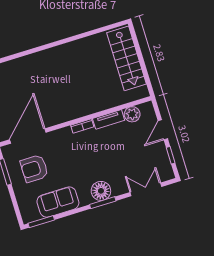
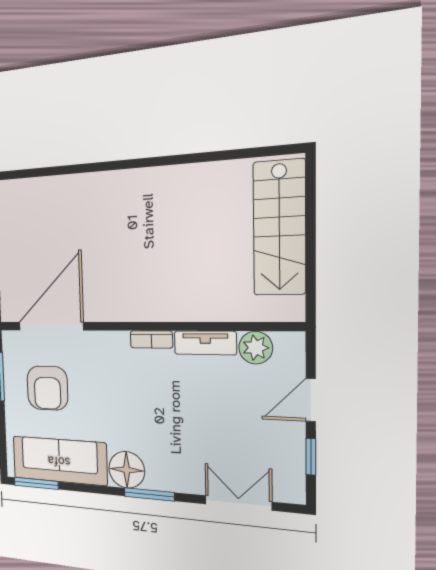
armchair: (34, 169) -> (47, 388), turned -90
floor lamp: (101, 191) -> (127, 470), moved
sofa: (58, 202) -> (59, 461), width x1.36

